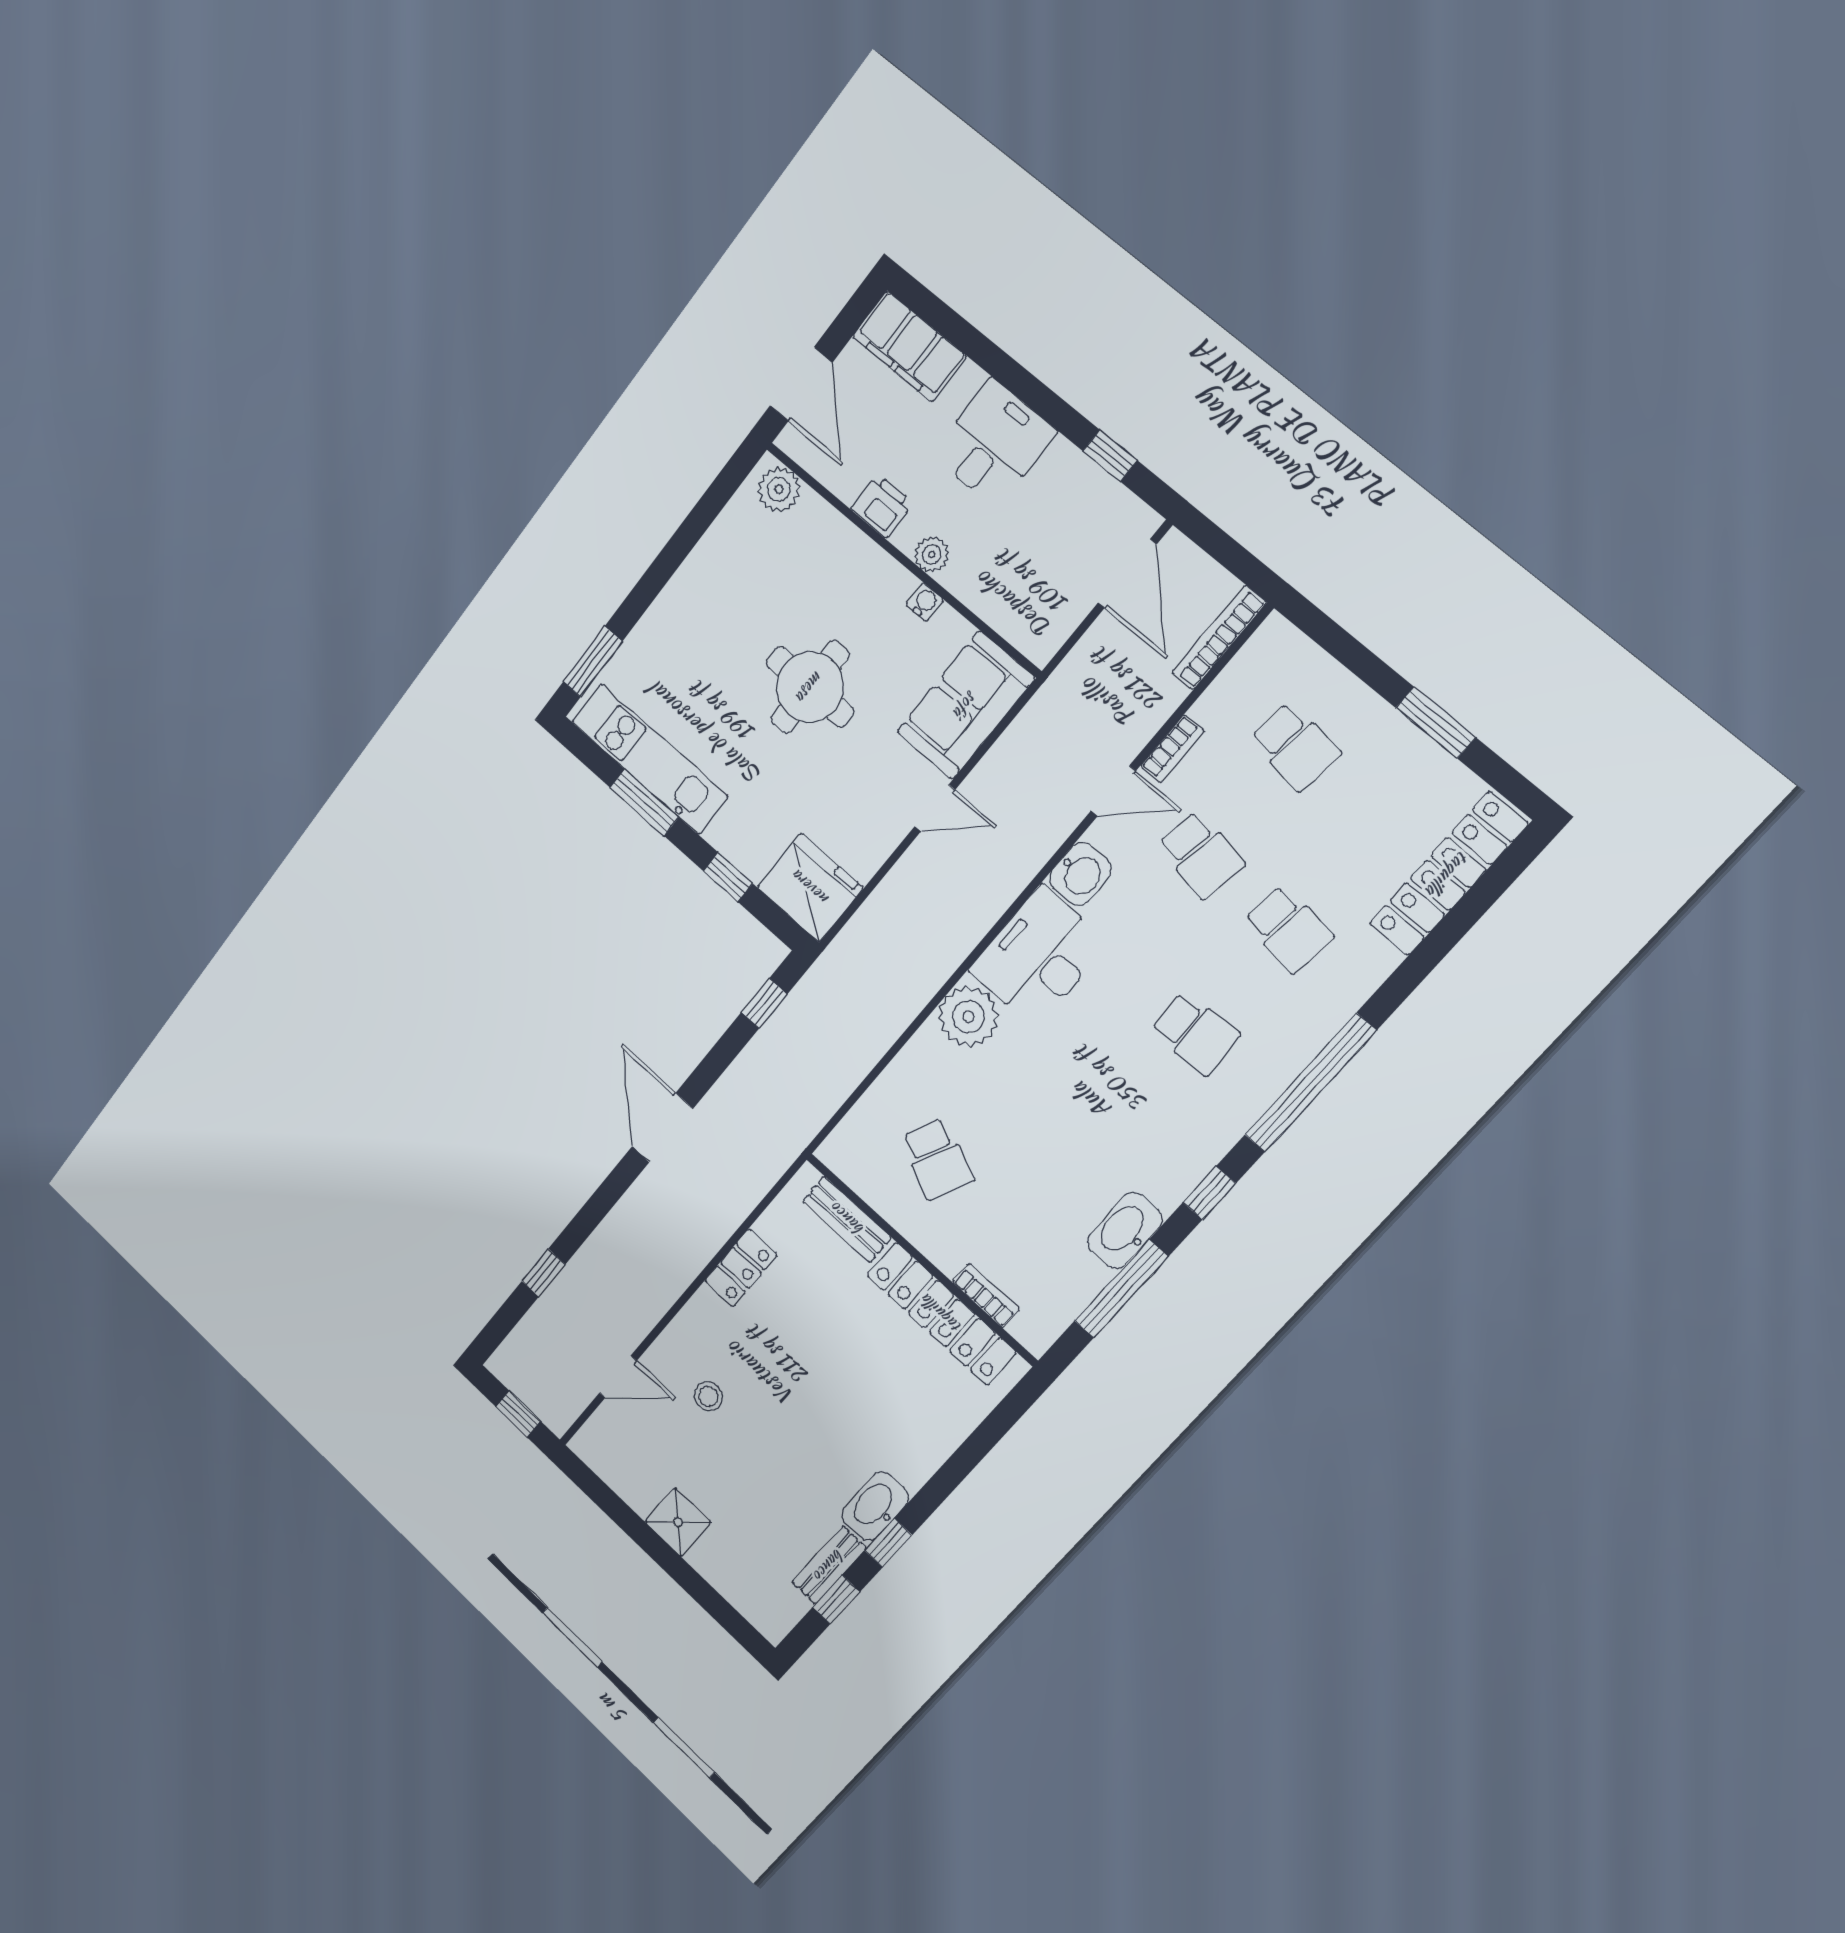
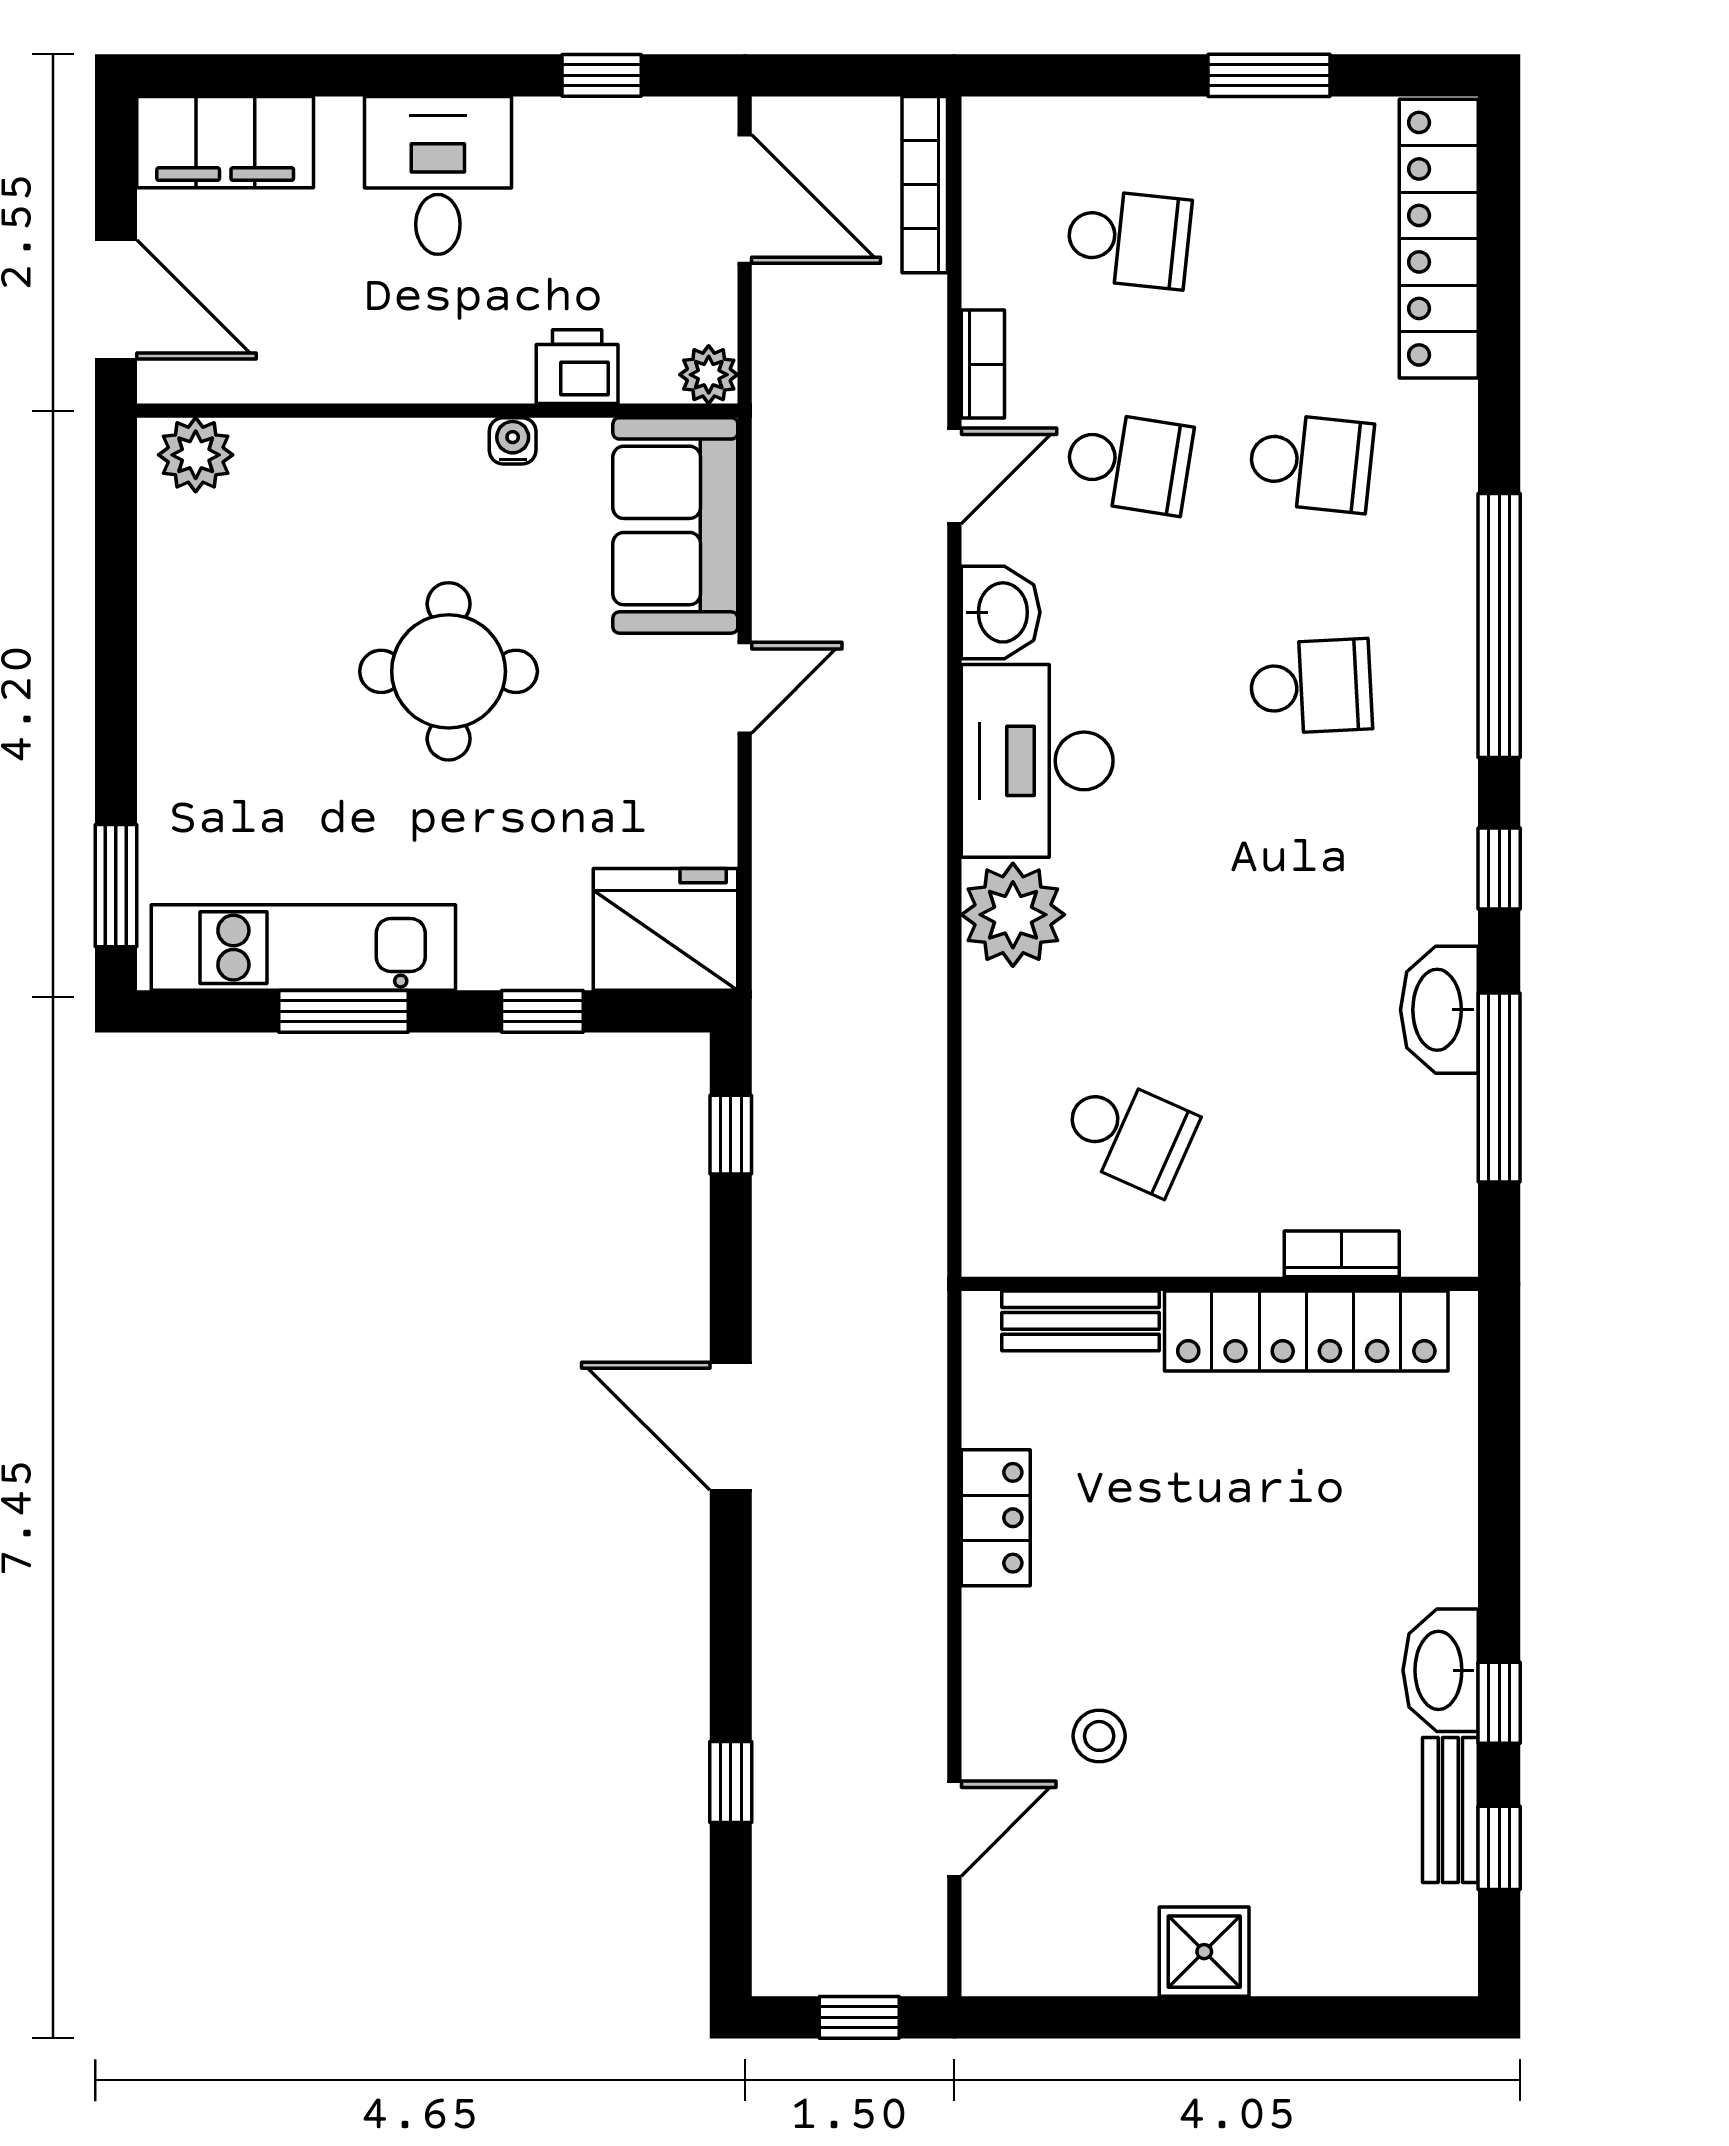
printer: (882, 506) -> (577, 367), moved
plant: (932, 554) -> (709, 375), moved

